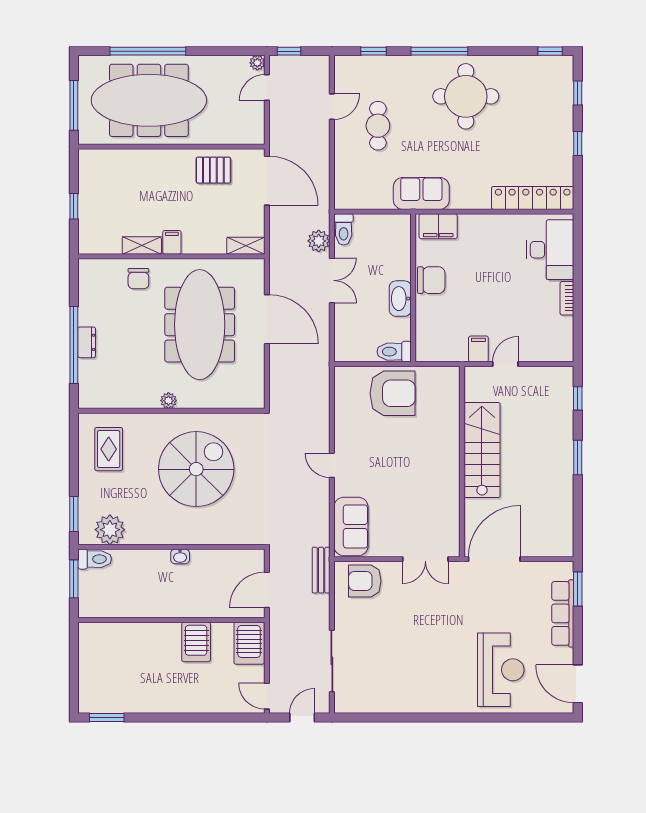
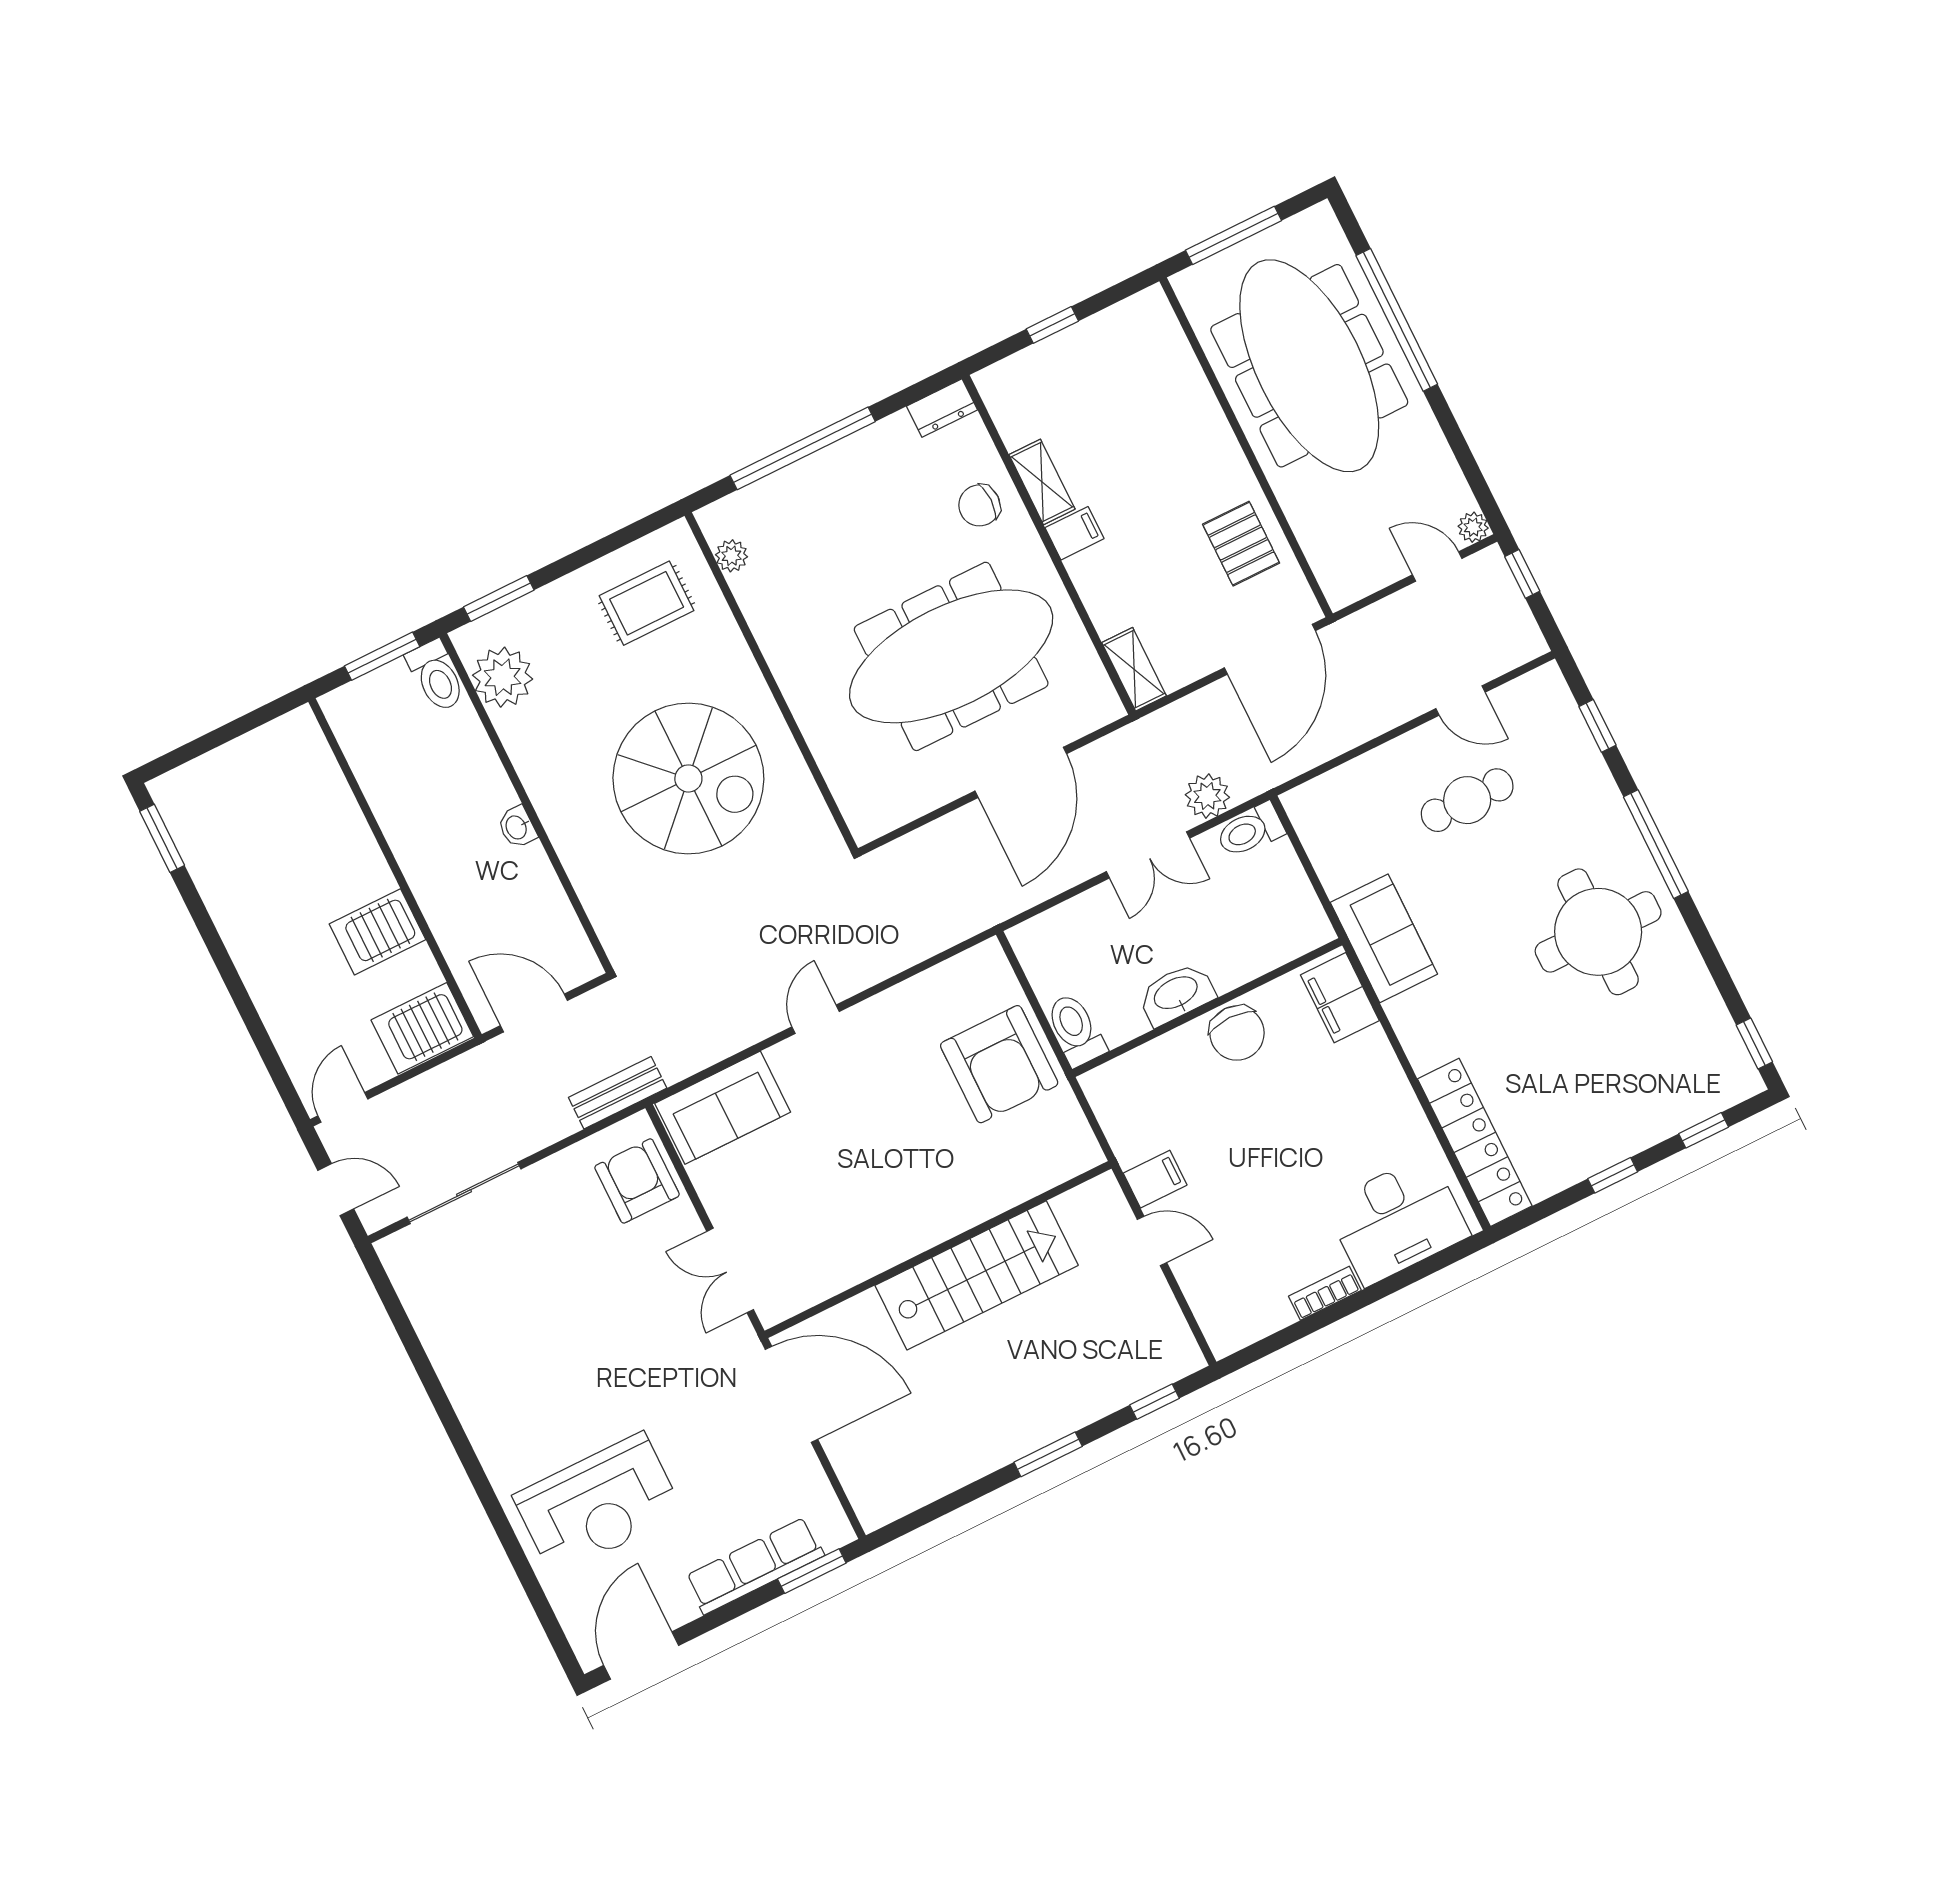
dresser: (87, 342) -> (942, 408), moved
plant: (168, 401) -> (732, 556), moved

